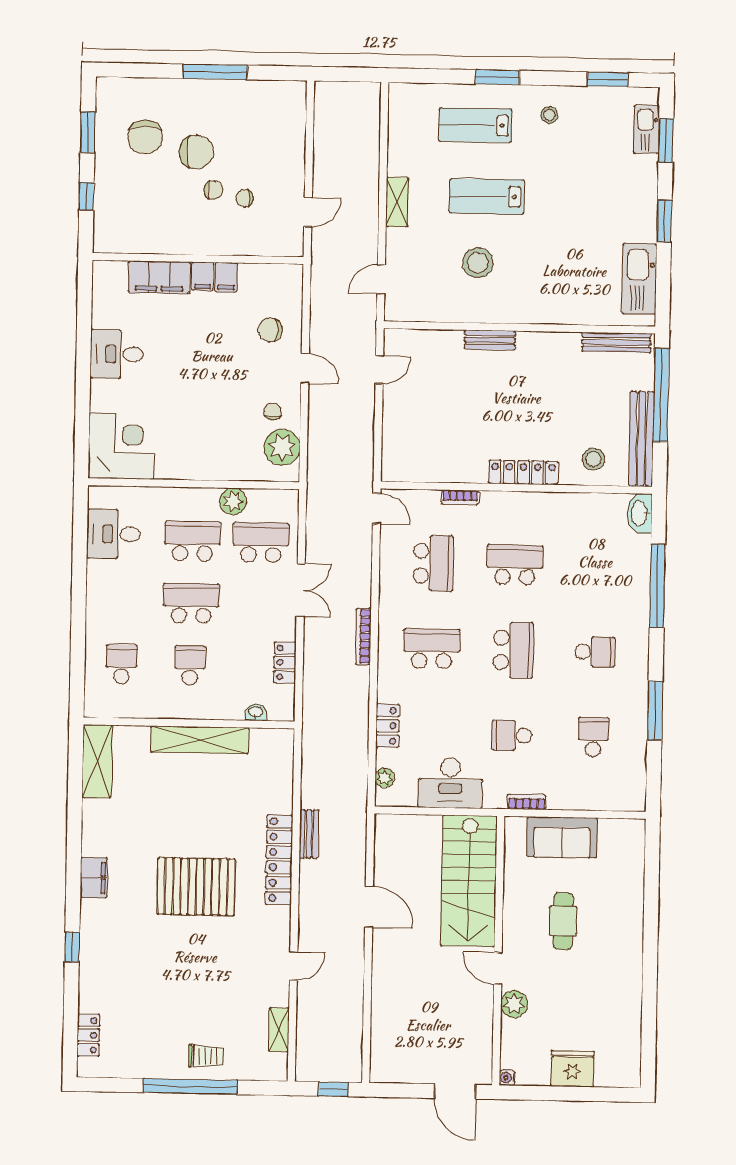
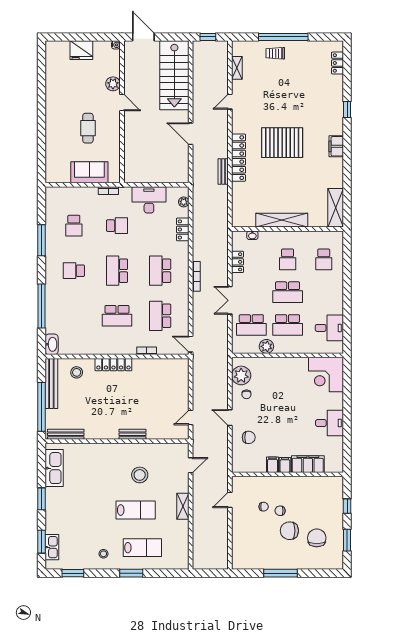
school desk: (432, 649) -> (160, 271), turned 90
stairs: (469, 881) -> (174, 75), moved, turned 180

